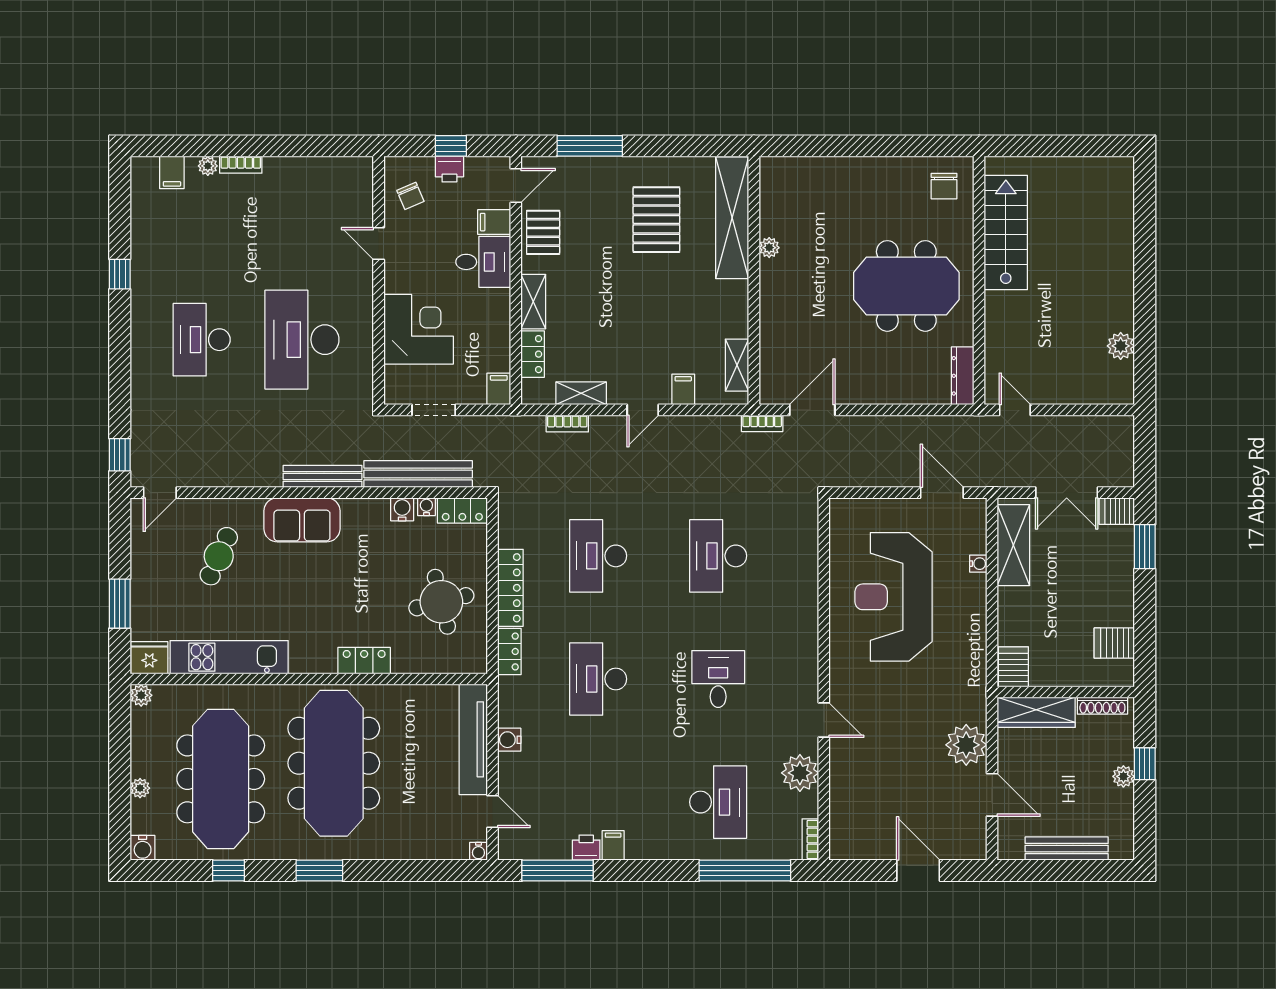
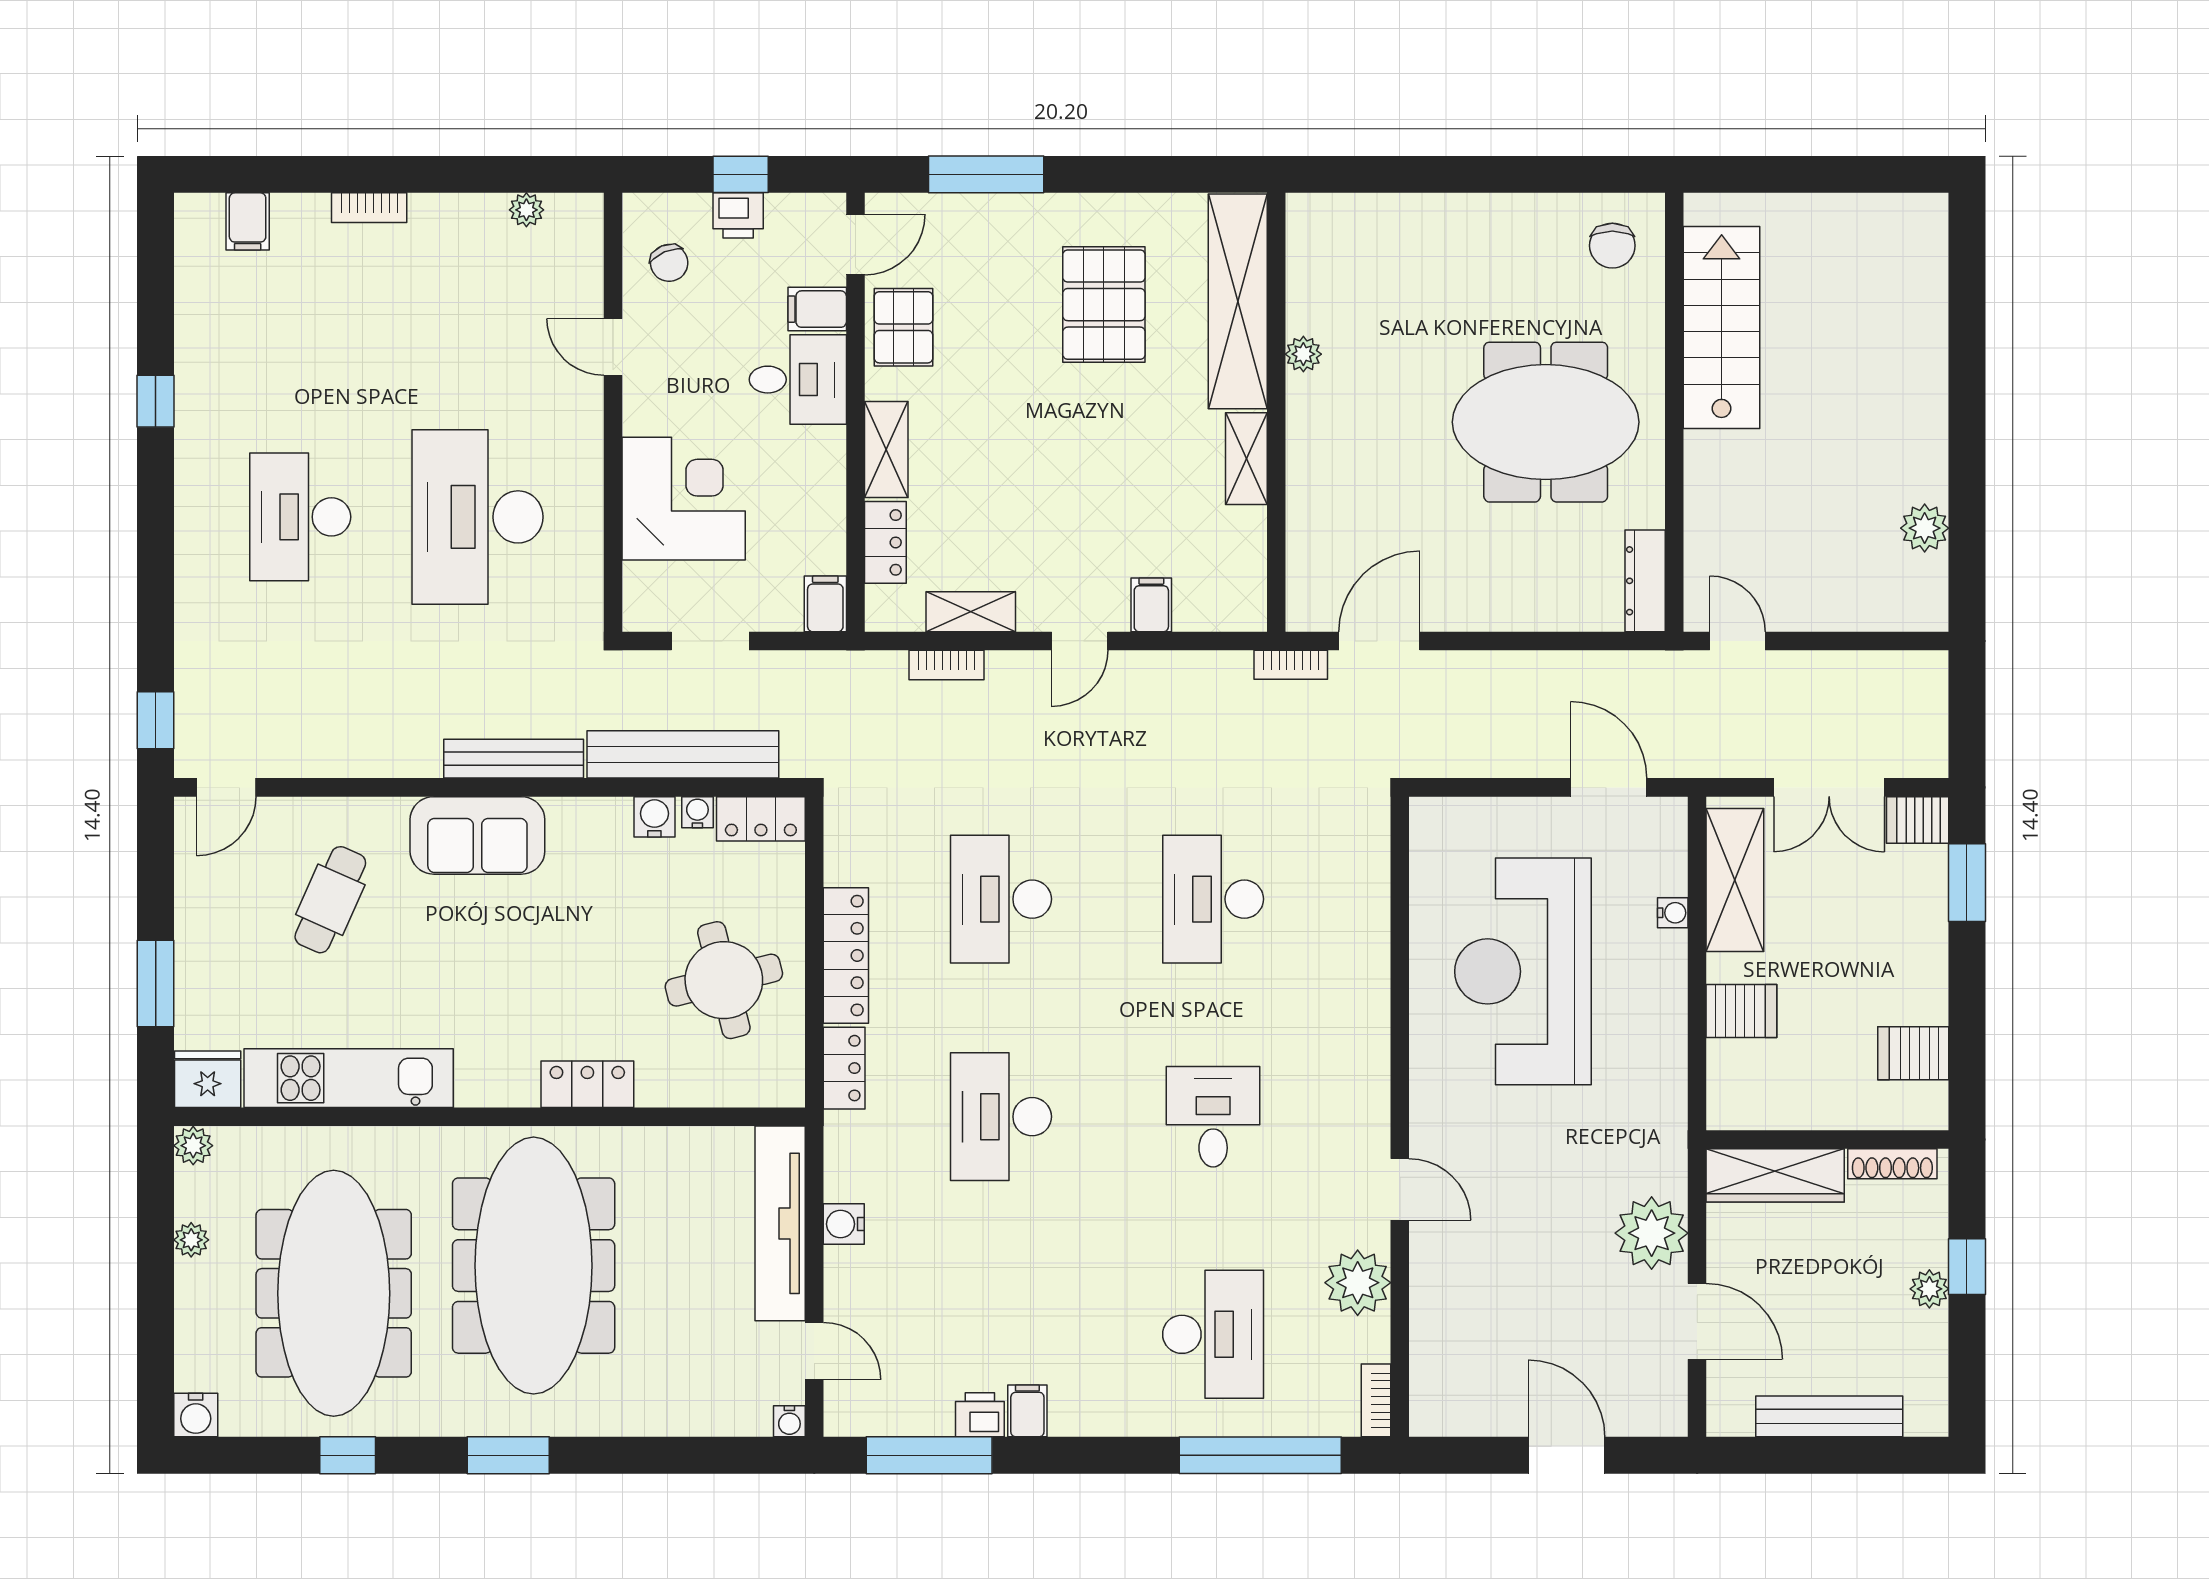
plant: (208, 166) -> (526, 210), moved
shelving: (737, 365) -> (1246, 459), moved
server rack: (1013, 667) -> (1741, 1011), moved, turned 90
plant: (140, 788) -> (191, 1240), moved

